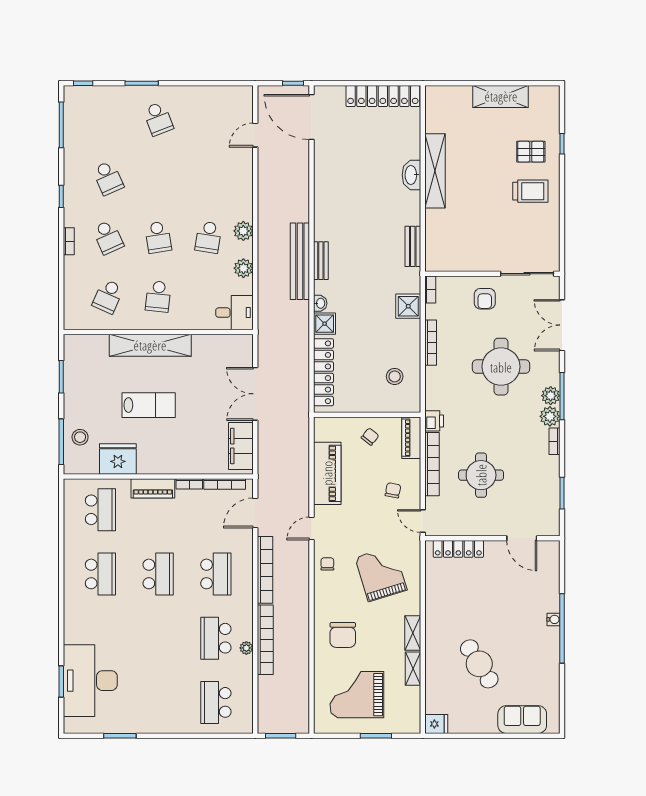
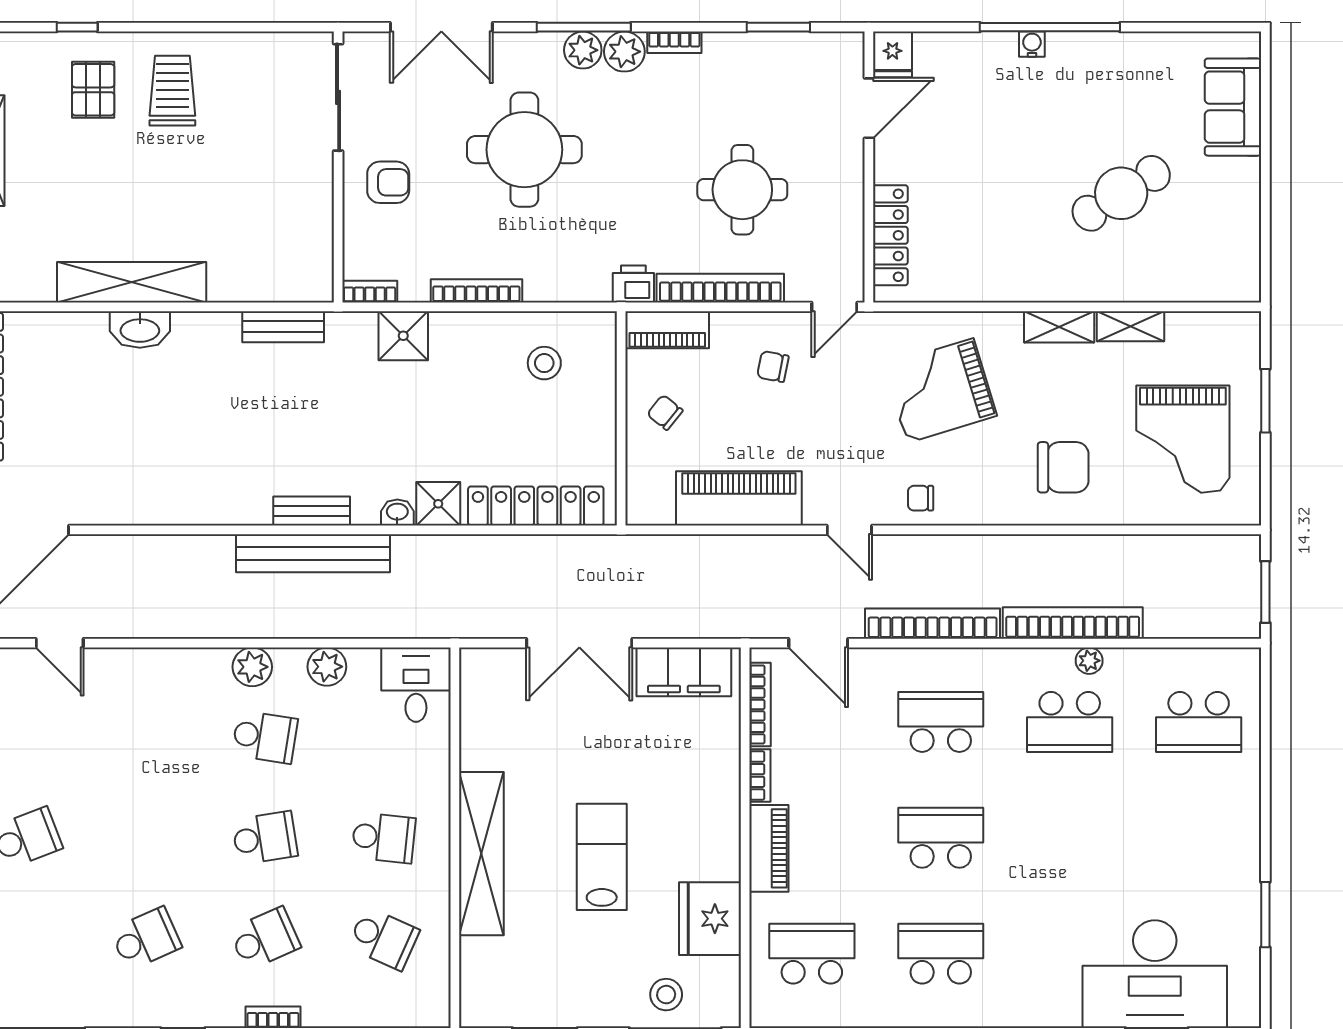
fridge: (436, 724) -> (892, 54), moved, turned 180

